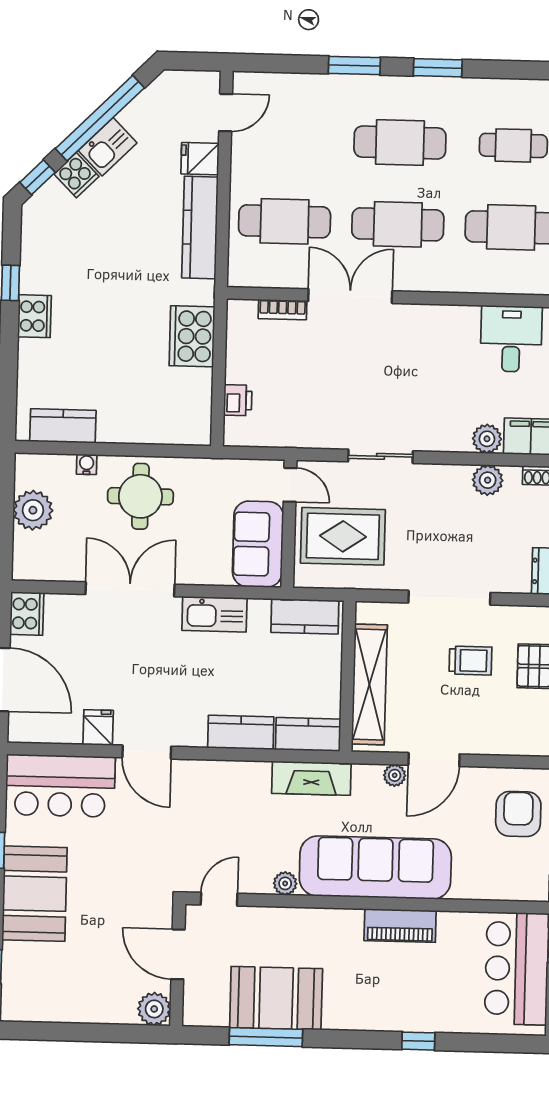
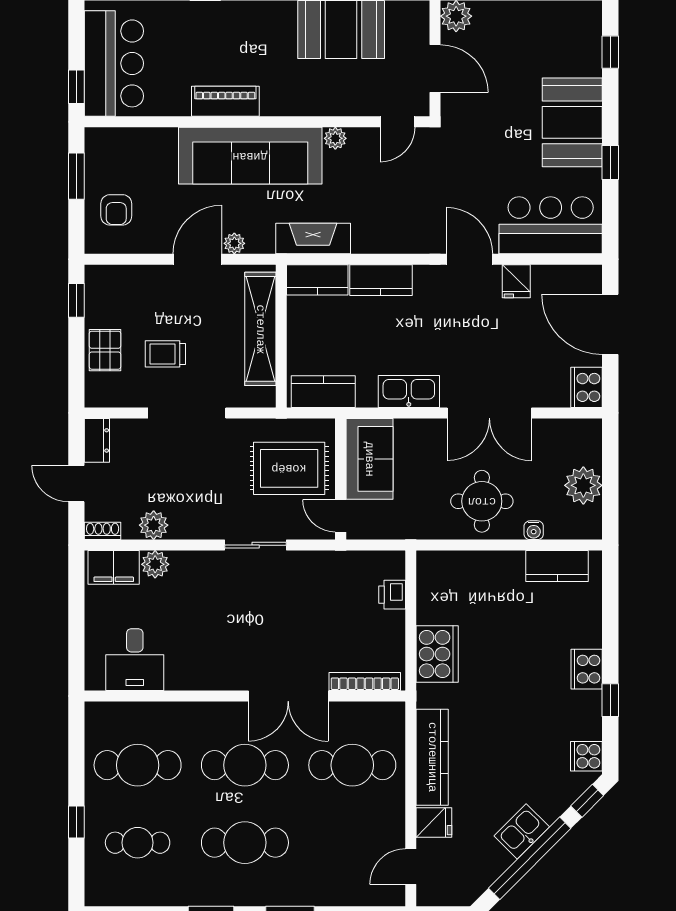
cooker: (76, 175) -> (586, 756), moved, turned -45
bookcase: (282, 310) -> (365, 682), width x1.56
armchair: (518, 814) -> (116, 210), width x0.72, depth x0.72

